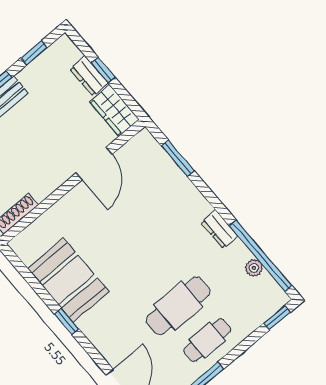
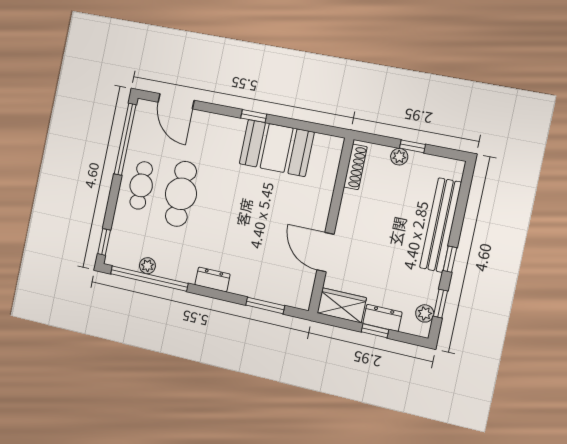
plant: (53, 54) -> (425, 313), added
dresser: (219, 229) -> (213, 279), moved

